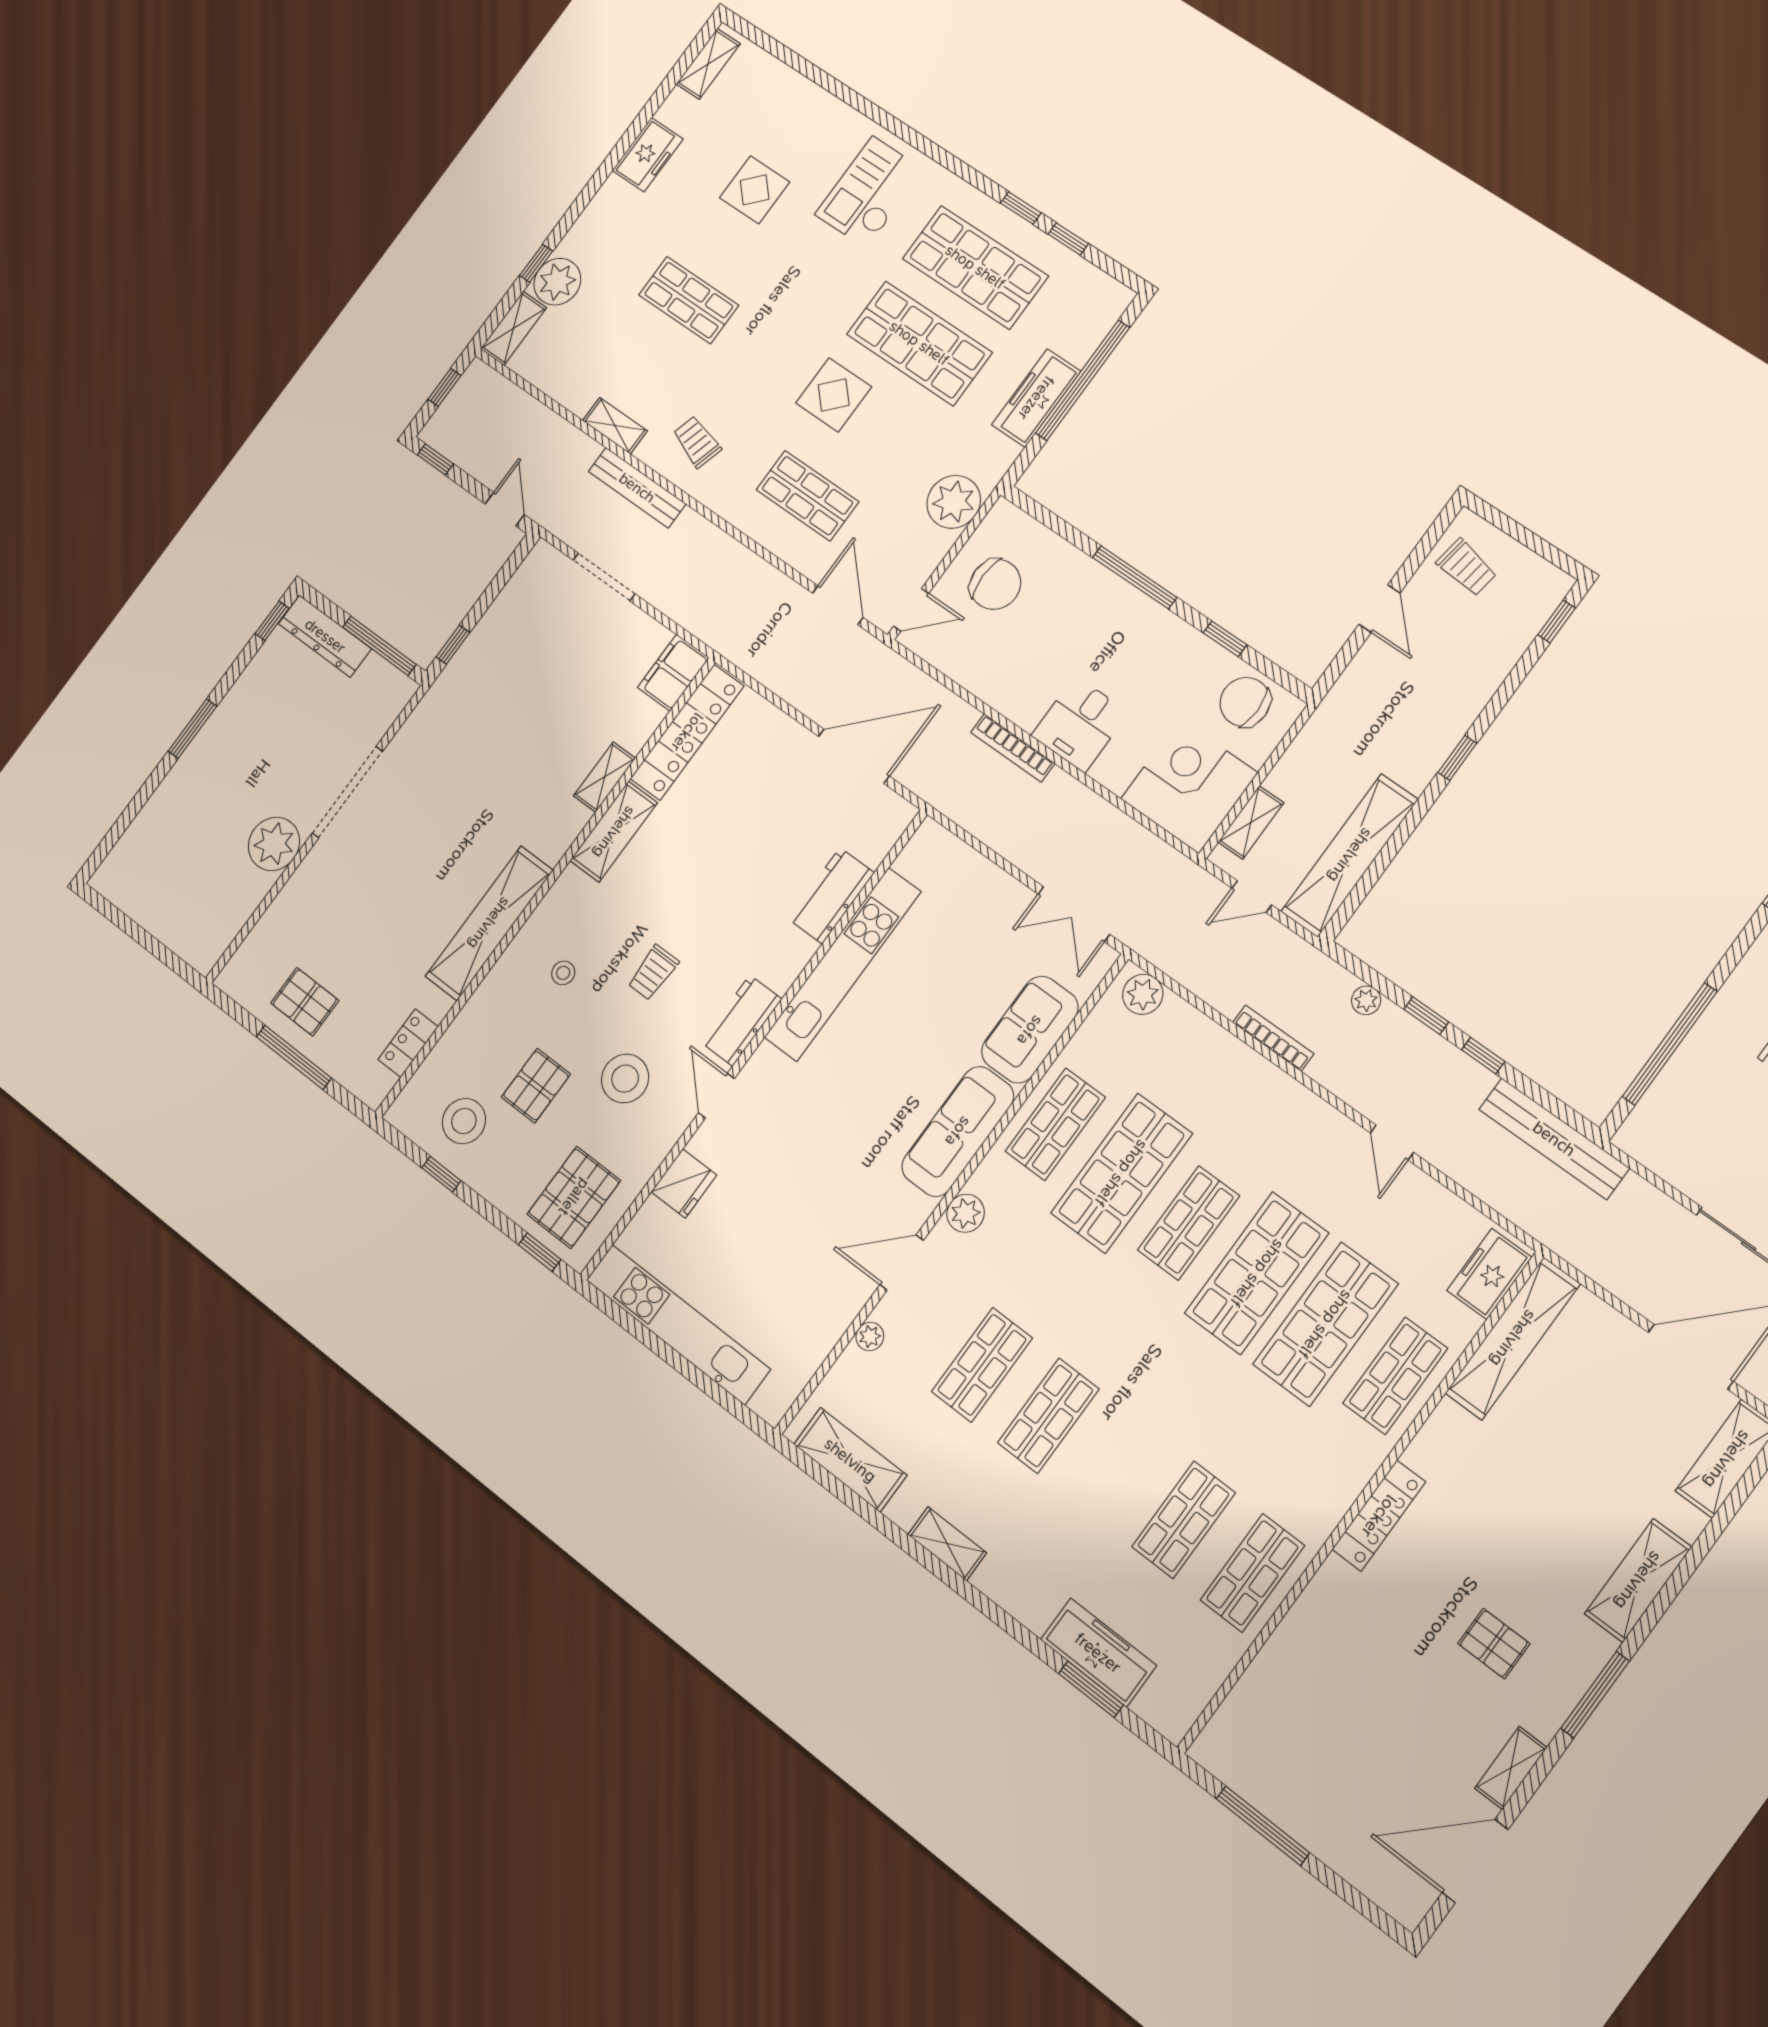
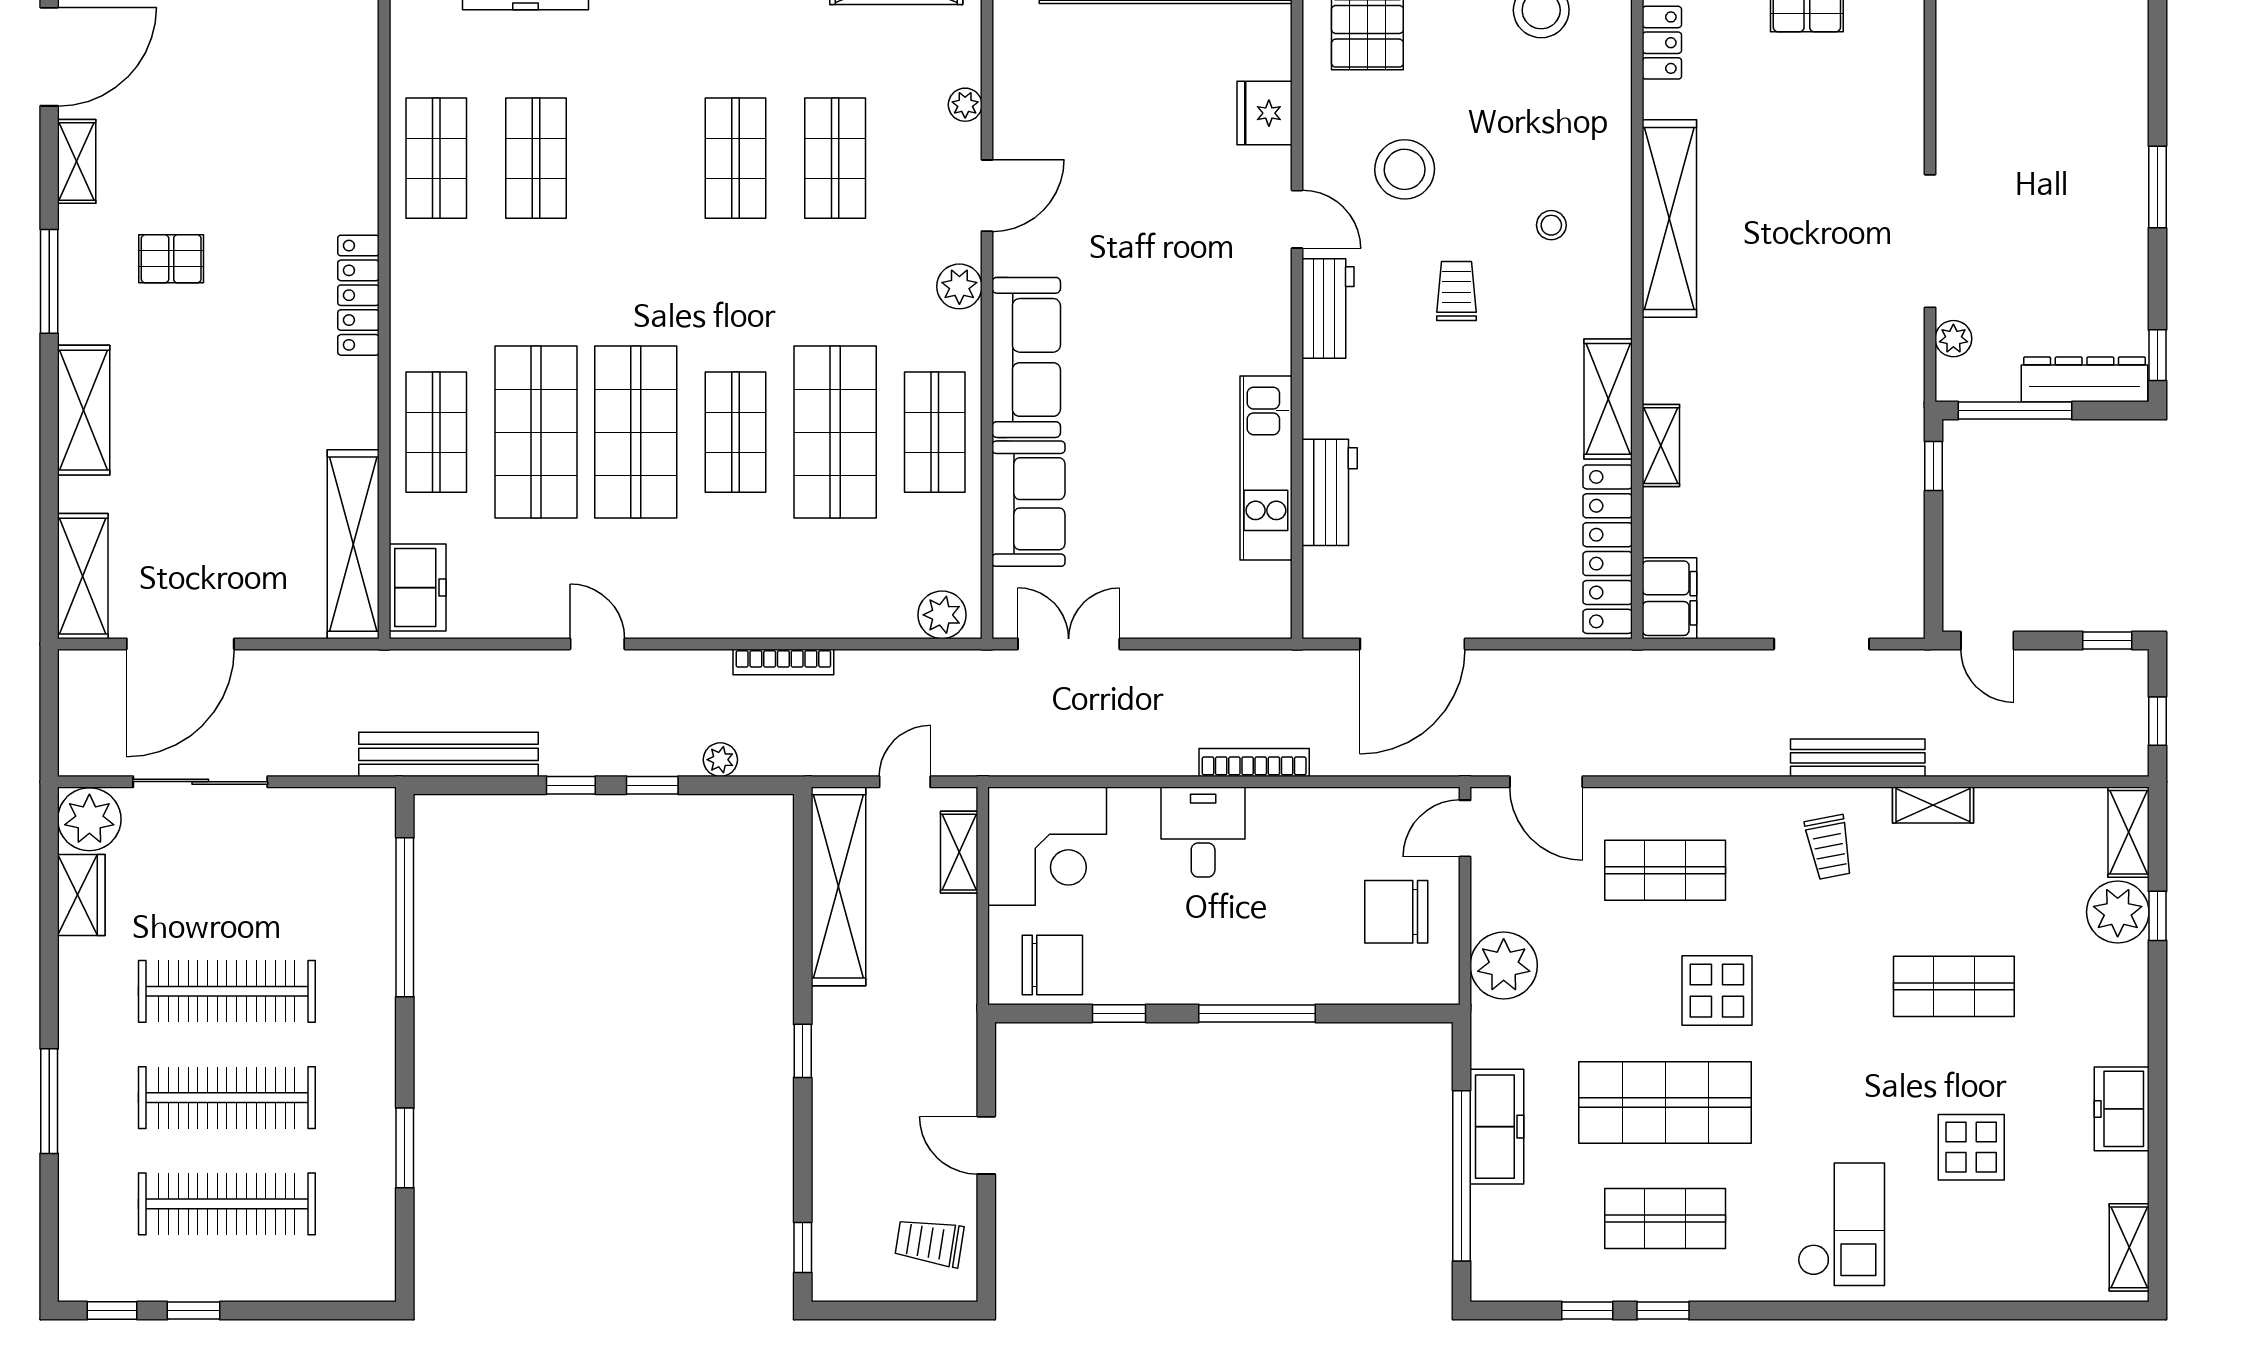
shop shelf: (975, 267) -> (1665, 1219), width x0.70, depth x0.74
trolley: (697, 442) -> (1829, 847), turned 62
plant: (274, 844) -> (1953, 339), moved, width x0.53, depth x0.53
kitchen unit: (843, 964) -> (1266, 468), width x0.73
pallet: (536, 1086) -> (1493, 97), removed

